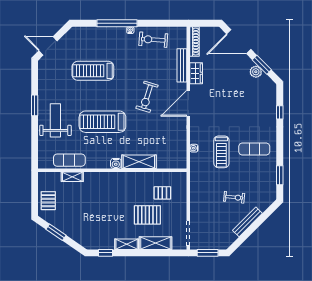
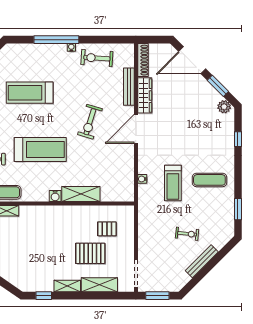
plant: (256, 72) -> (224, 107), moved
wardrobe: (196, 73) -> (145, 95), width x1.50
treadmill: (102, 122) -> (40, 149), turned 180

